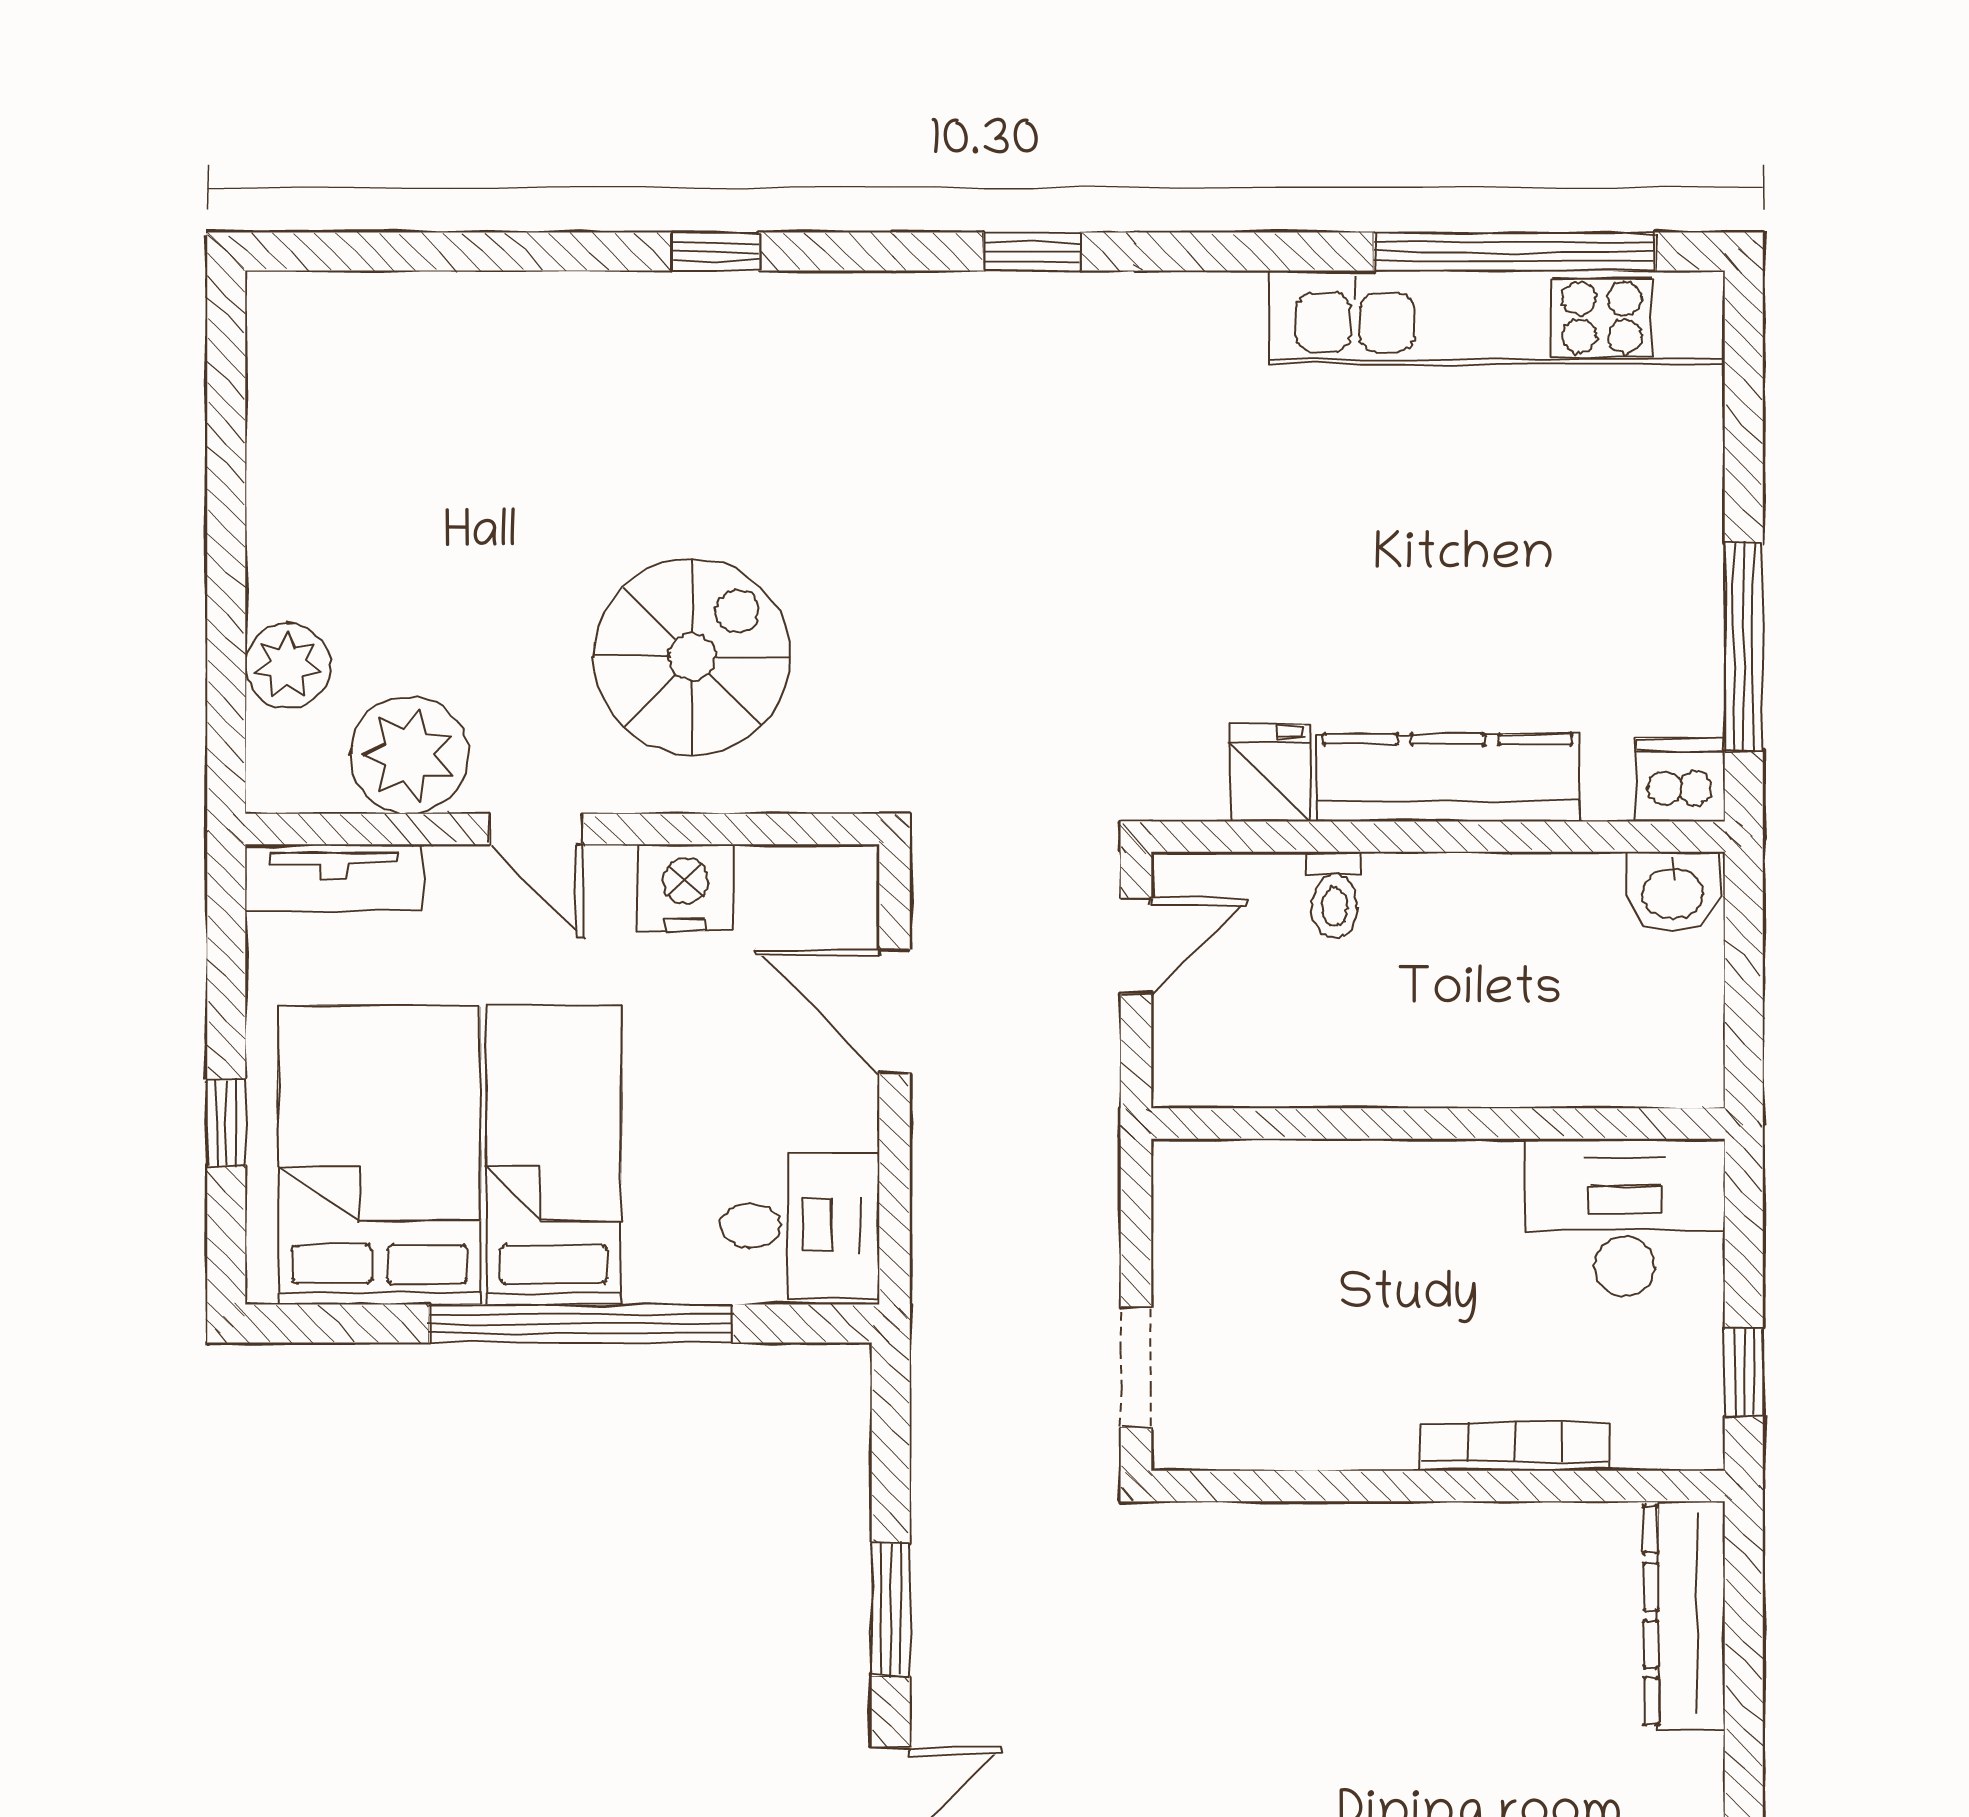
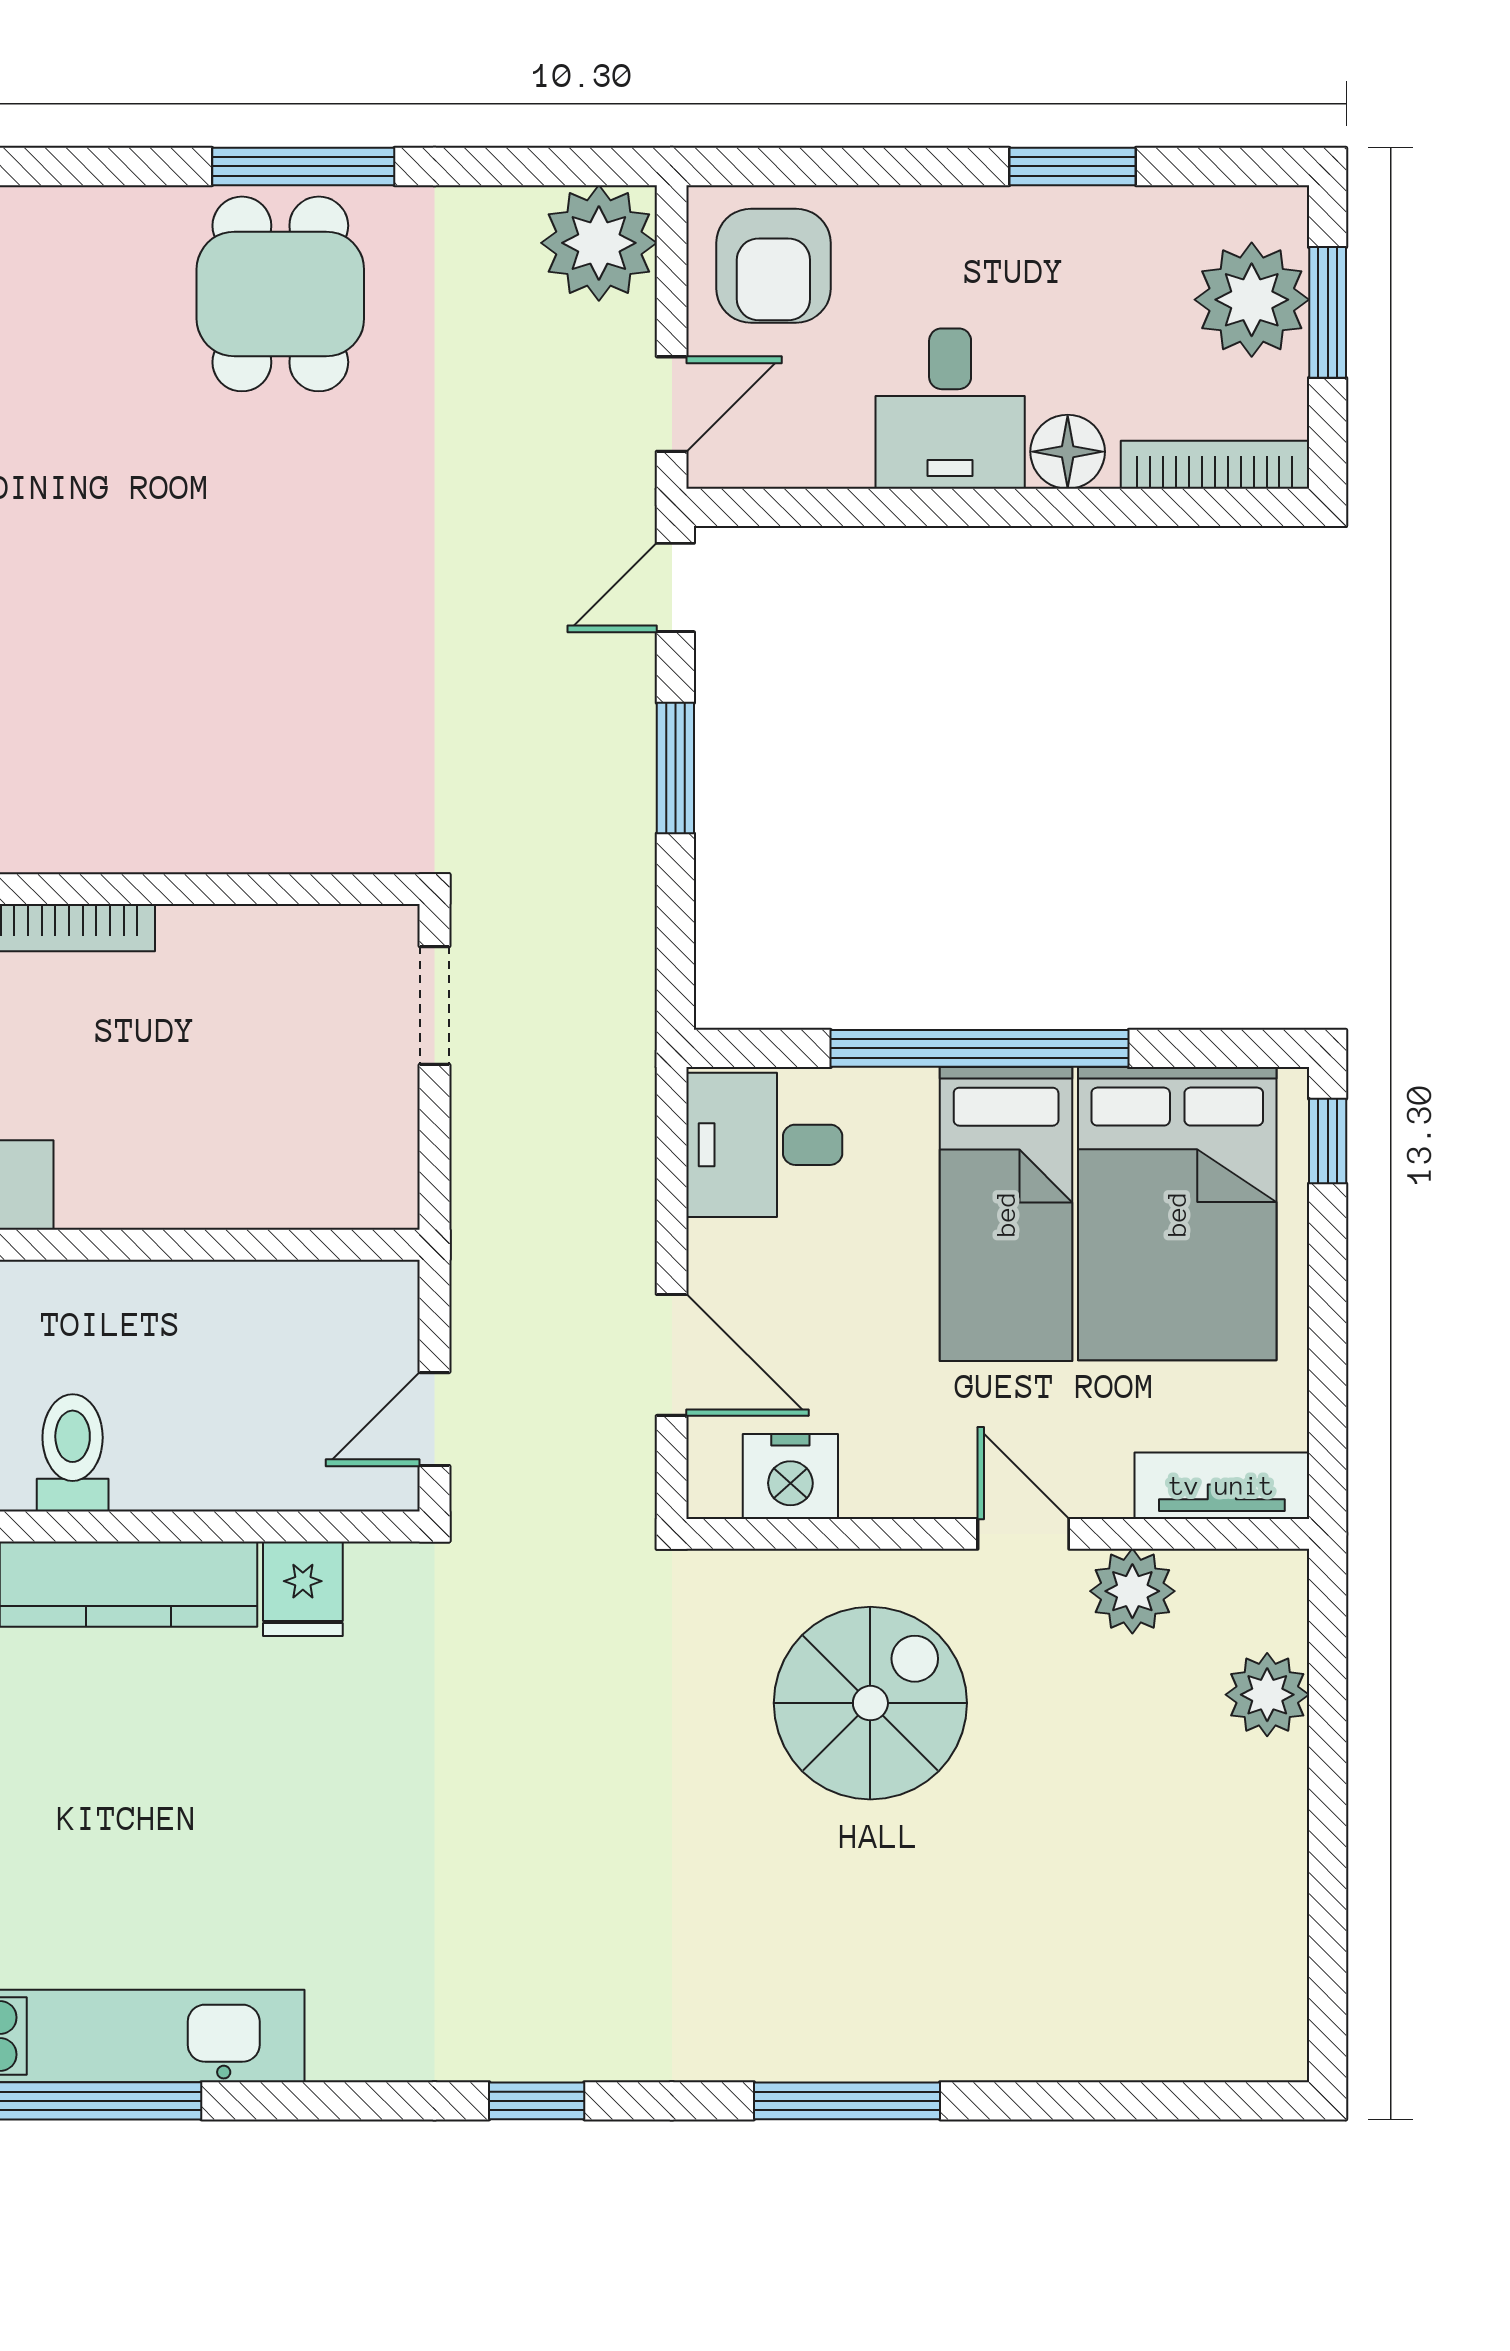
window: (716, 251) -> (847, 2101), width x2.17
spiral stairs: (692, 657) -> (870, 1703), turned 180
plant: (409, 755) -> (1132, 1591), width x0.73, depth x0.73
nightstand: (686, 888) -> (790, 1476), moved
toilet: (1335, 895) -> (73, 1453), moved, width x1.37, depth x1.39
window: (226, 1123) -> (1328, 1141), moved

